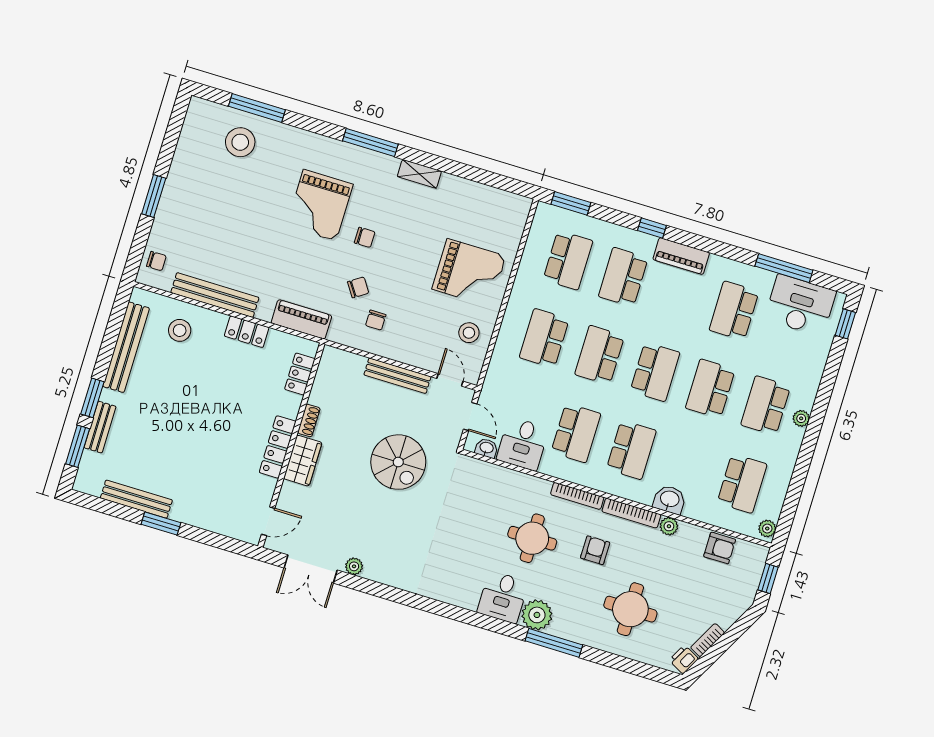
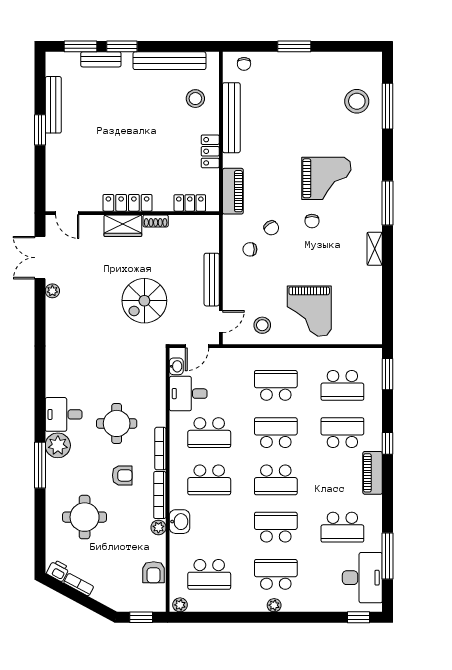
grand piano: (320, 205) -> (326, 178), turned 180
school desk: (734, 311) -> (342, 527), turned 180

